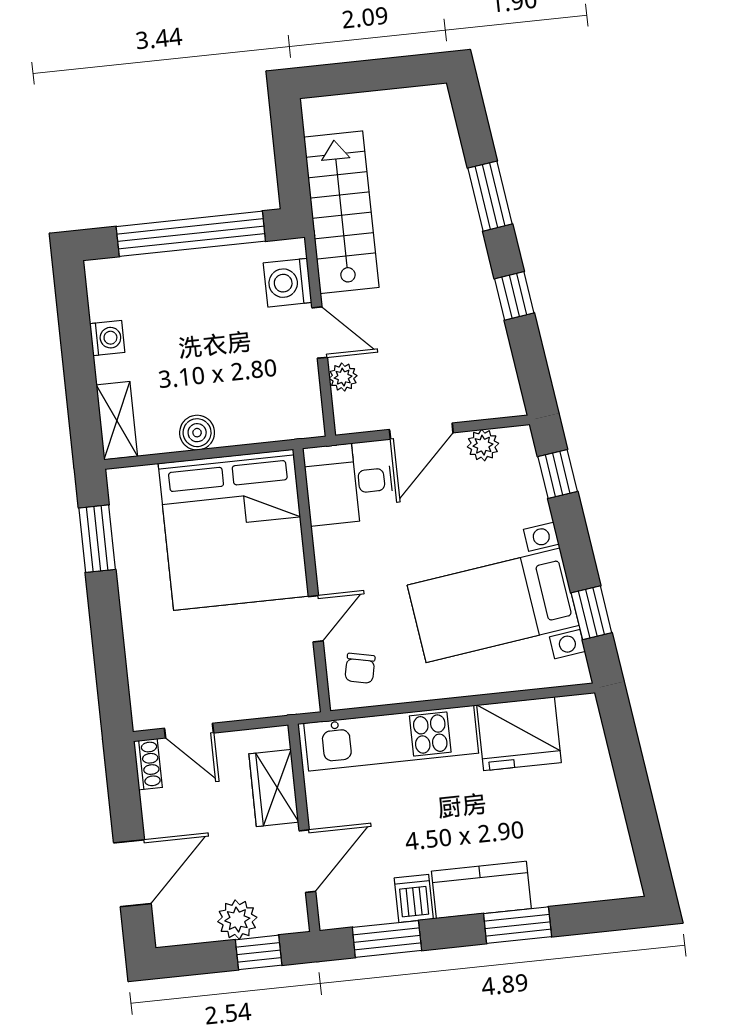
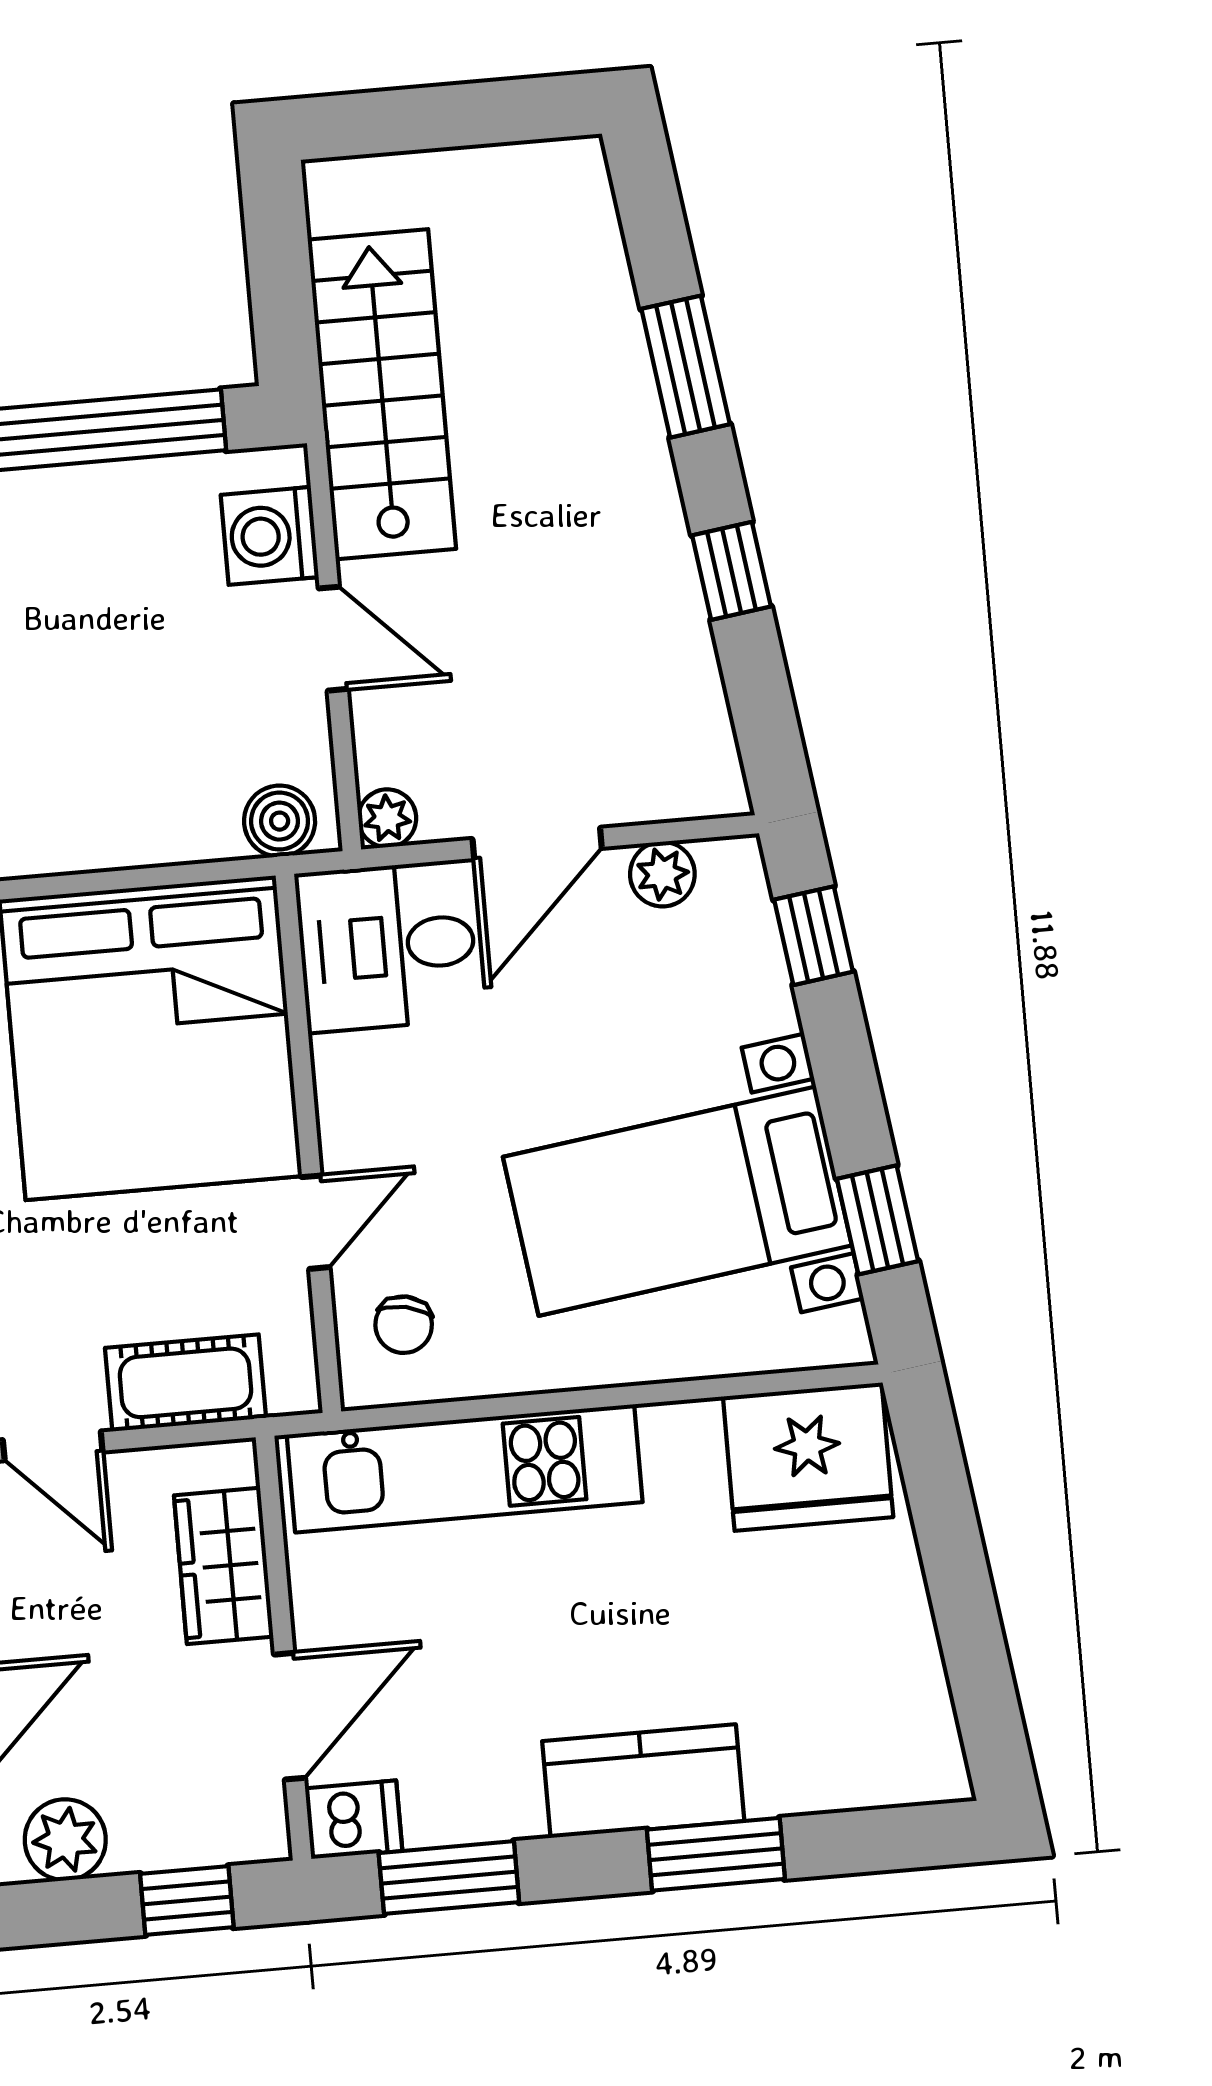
plant: (343, 377) -> (387, 818), moved
boiler: (197, 433) -> (280, 821), moved
cot: (254, 699) -> (185, 1383), added
fridge: (519, 734) -> (808, 1457), moved
dishwasher: (414, 898) -> (354, 1820), moved, turned 90
plant: (237, 920) -> (65, 1840), moved

